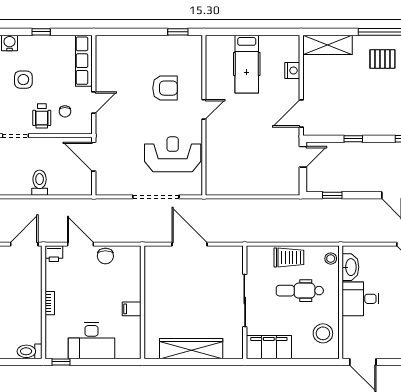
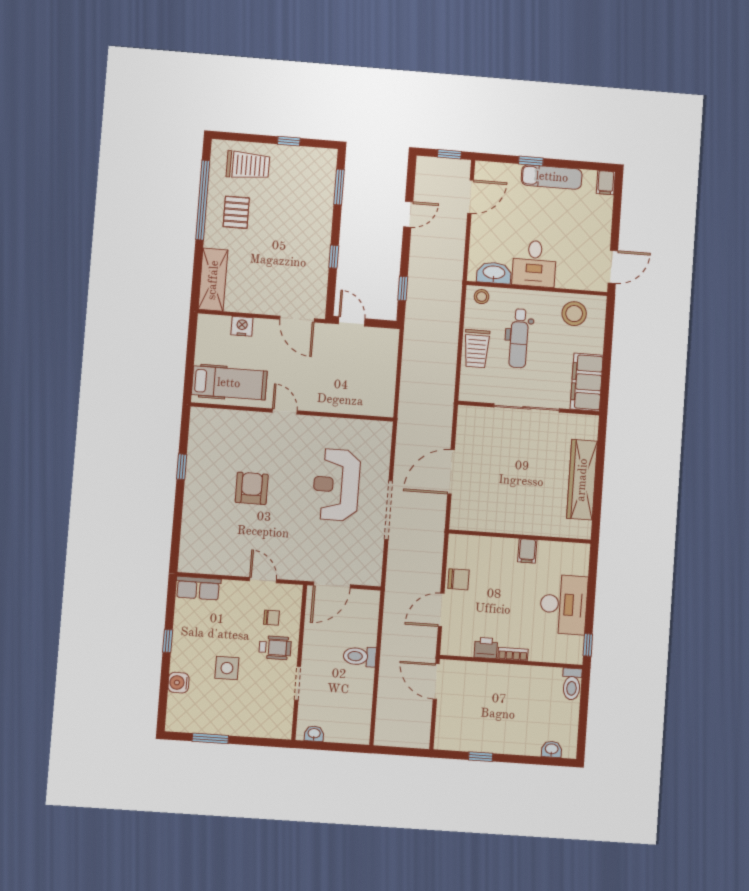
row of seats: (84, 61) -> (198, 588), width x0.68
door: (204, 109) -> (285, 411), moved
wall: (204, 115) -> (292, 412), moved
printer: (54, 254) -> (486, 648), moved, turned -90
trolley: (289, 257) -> (477, 349), turned 180

